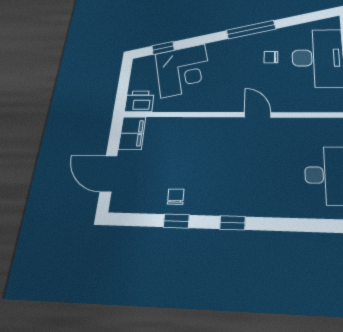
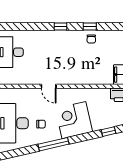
corner desk: (183, 70) -> (74, 120), moved

